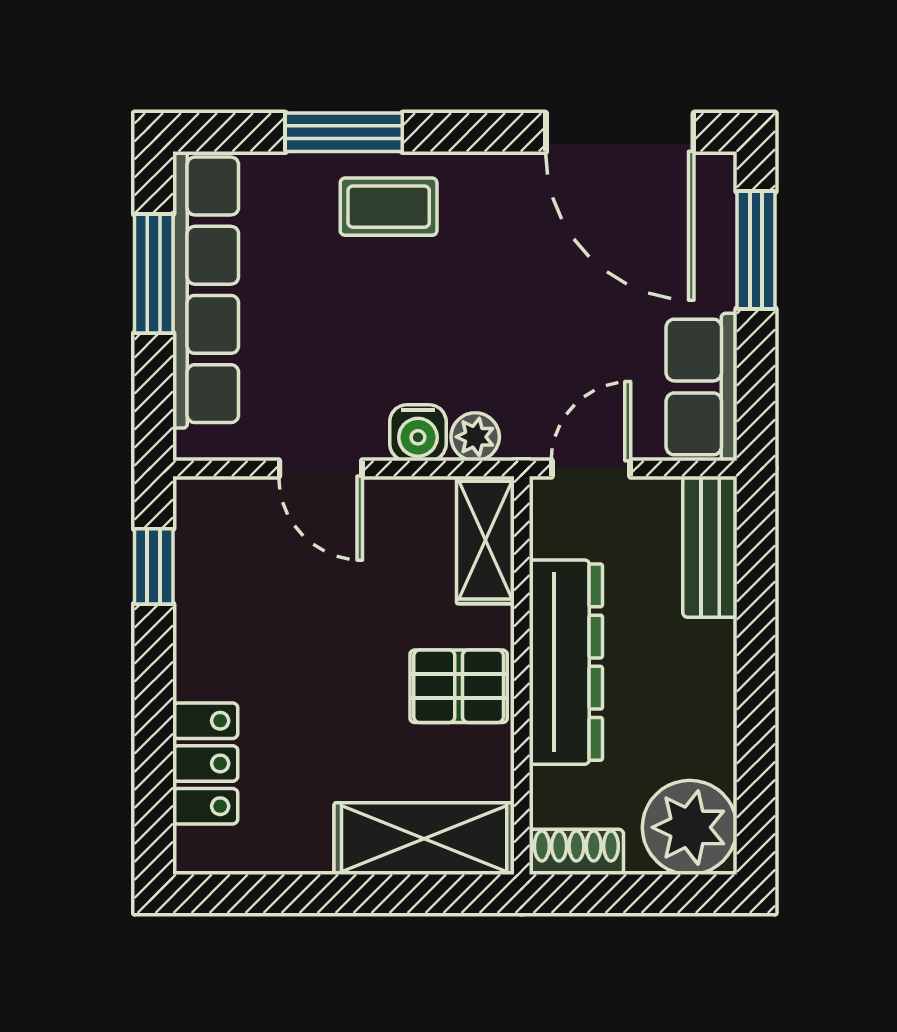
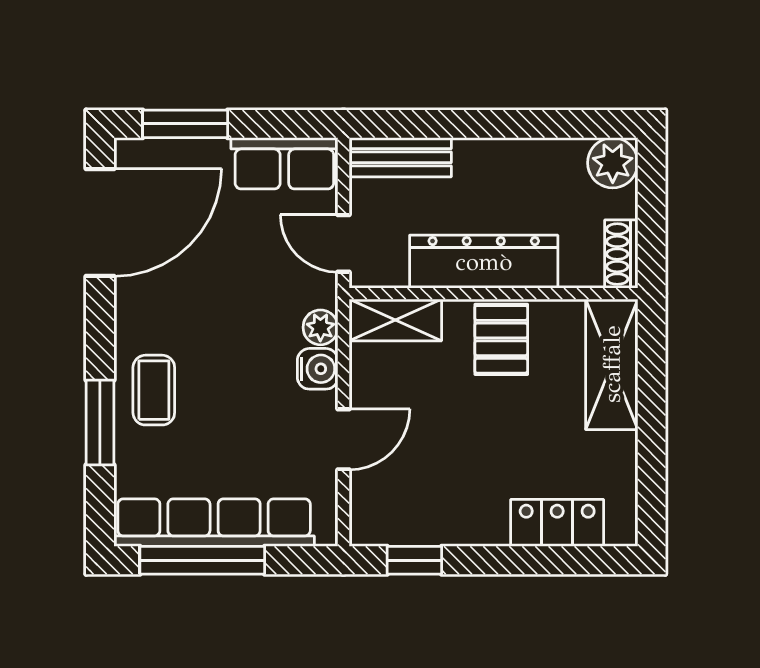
window: (154, 274) -> (202, 560), width x1.44
plant: (690, 827) -> (613, 163), width x0.73, depth x0.73

